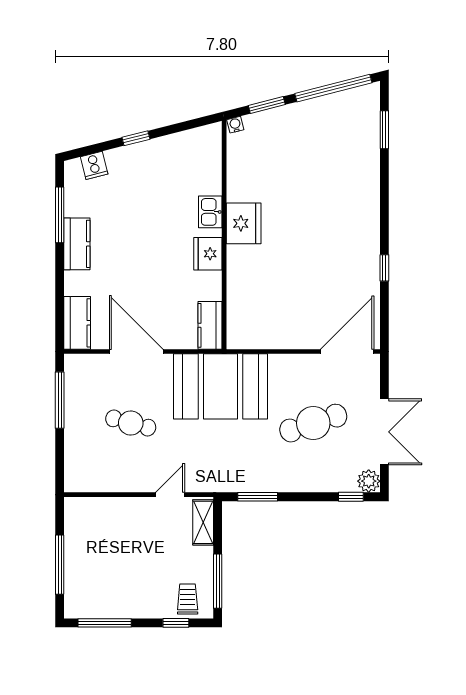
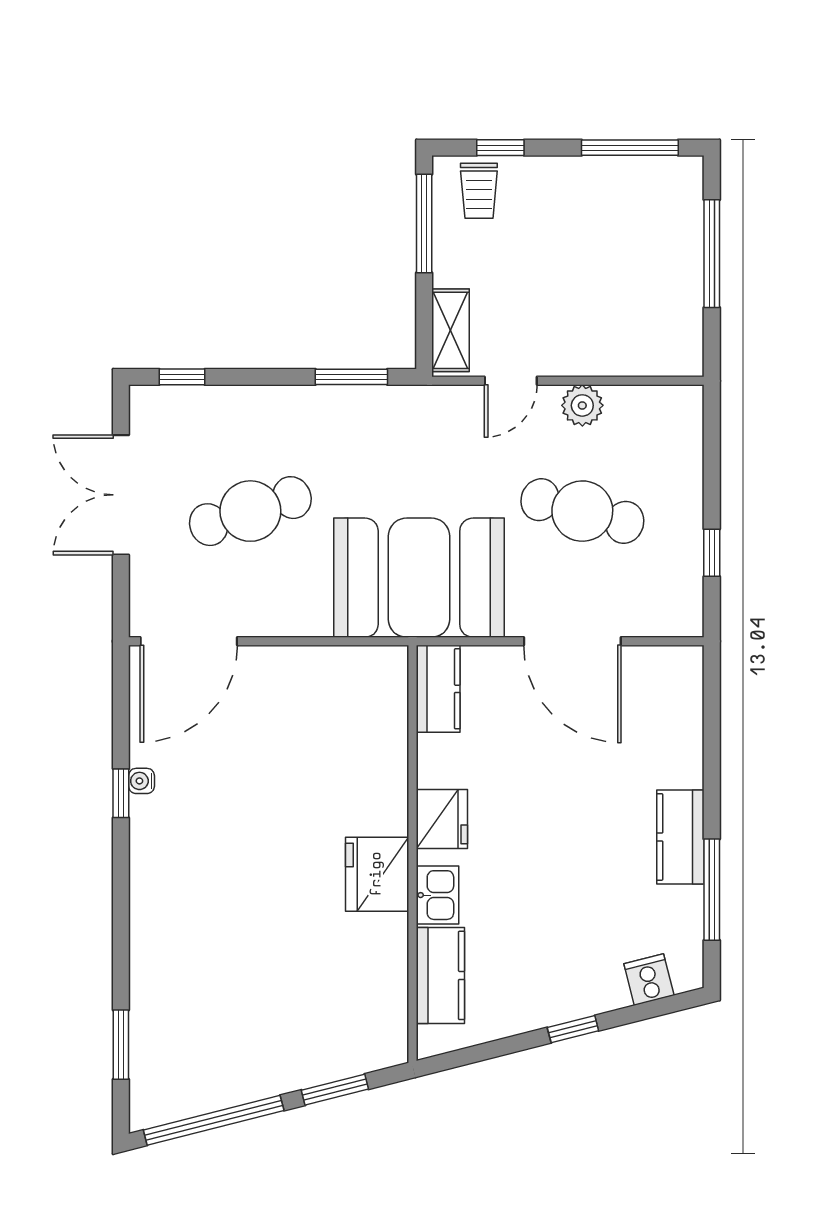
water cooler: (235, 125) -> (141, 781), moved, turned 104
kitchen counter: (77, 323) -> (440, 975), moved, turned 180
window: (60, 400) -> (712, 553), width x0.46
cafe table: (131, 423) -> (582, 511), width x1.37, depth x1.35
plant: (369, 481) -> (582, 405), moved

